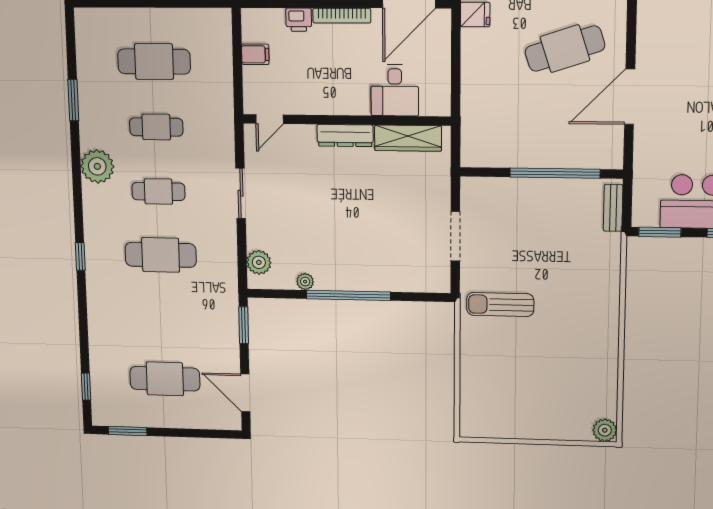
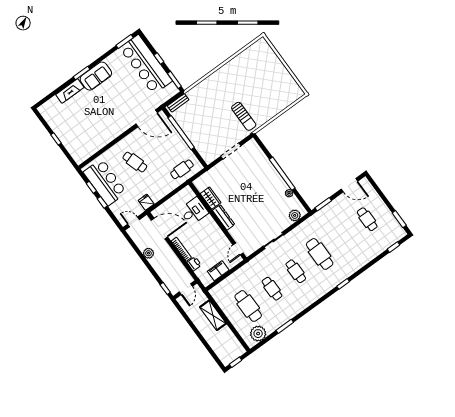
cafe table: (565, 49) -> (135, 162), width x0.73, depth x0.74
filing cabinet: (255, 54) -> (218, 271), width x2.00
door: (630, 97) -> (147, 118), moved
door: (270, 119) -> (238, 249), swing flipped
cafe table: (487, 125) -> (182, 169), added
wardrobe: (408, 138) -> (211, 198), width x0.67
plant: (97, 166) -> (258, 334), moved
cafe table: (165, 379) -> (367, 219), width x0.73, depth x0.74
door: (245, 393) -> (349, 185), hinge flipped
plant: (605, 430) -> (262, 44), removed

